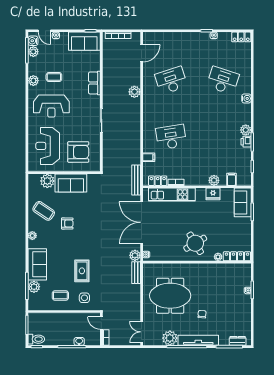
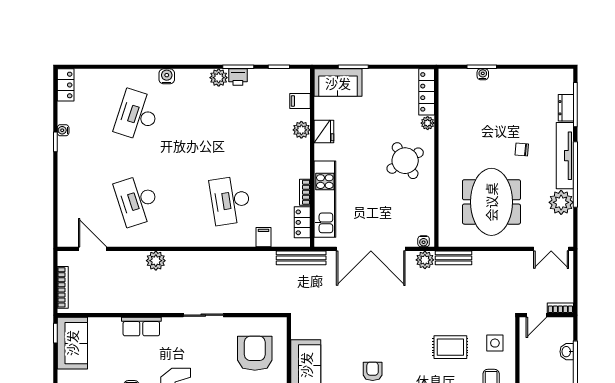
dresser: (238, 341) -> (566, 108), moved

